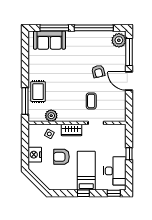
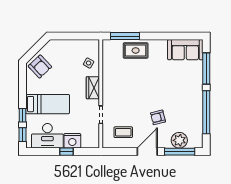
sofa: (49, 40) -> (185, 50), moved, turned -90
plant: (119, 40) -> (179, 140), moved
coffee table: (91, 101) -> (123, 132), moved
plant: (51, 116) -> (109, 65), removed
nightstand: (35, 155) -> (72, 141), moved, turned 180
armchair: (61, 157) -> (40, 67), moved, turned 137
window: (83, 193) -> (23, 115), moved

